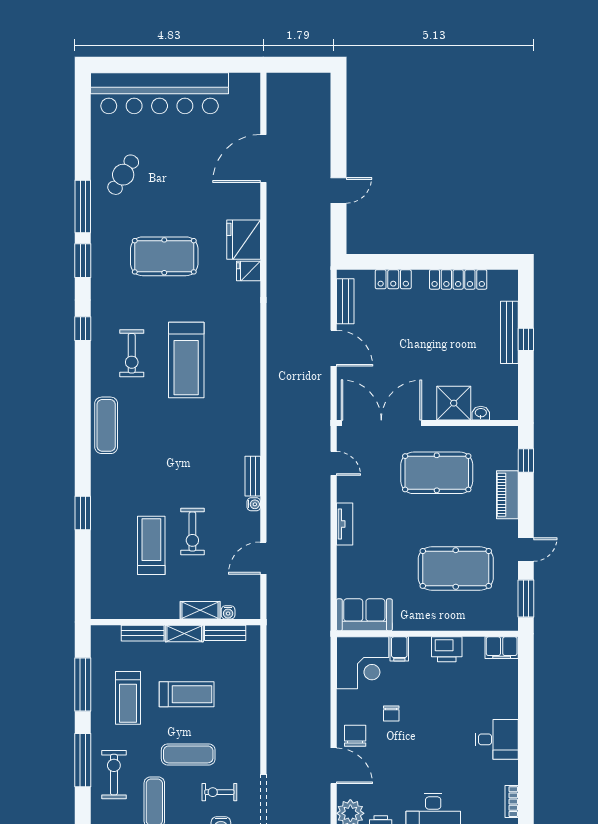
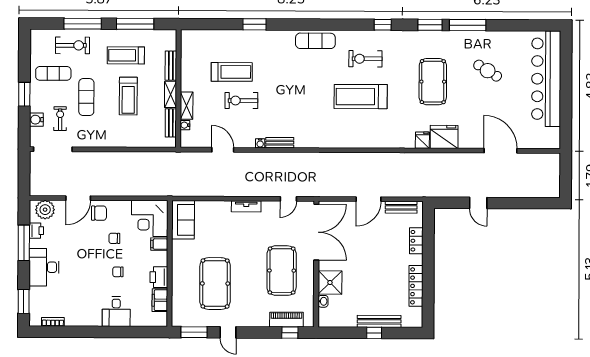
cafe table: (123, 175) -> (488, 71), moved
piano: (507, 495) -> (286, 320), moved
filing cabinet: (502, 648) -> (160, 300), moved
chair: (439, 708) -> (118, 272), added
desk: (497, 739) -> (116, 312), moved

